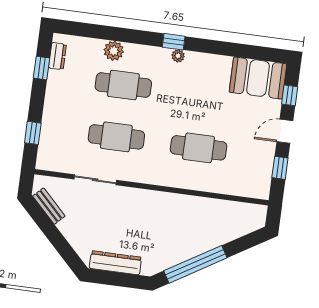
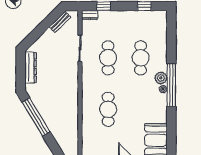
window: (174, 42) -> (171, 85), width x3.17
plant: (114, 51) -> (161, 78), moved
dresser: (57, 56) -> (90, 15), moved

